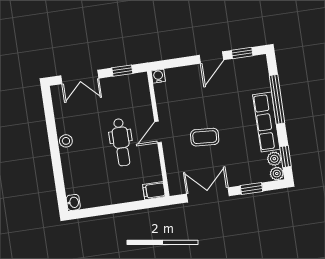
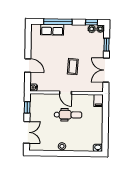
window: (242, 53) -> (28, 37), removed
door: (211, 58) -> (28, 65), moved
row of seats: (266, 122) -> (52, 30), moved, width x0.68

